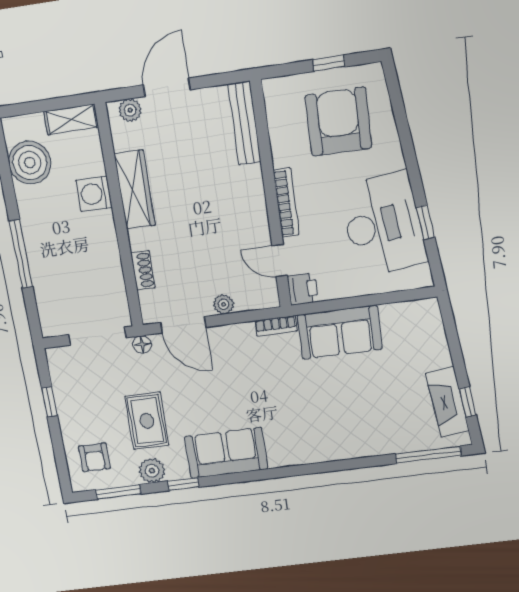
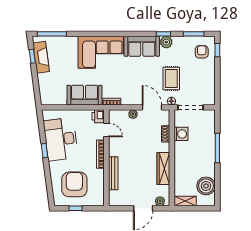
armchair: (338, 122) -> (74, 184), turned 180
bench: (244, 123) -> (113, 173), moved
washing machine: (94, 194) -> (181, 134), moved
window: (425, 222) -> (45, 151), moved
window: (50, 402) -> (217, 50), moved
rug: (147, 421) -> (171, 78), moved
corner sofa: (315, 429) -> (101, 52), added
plant: (152, 471) -> (166, 42), moved

